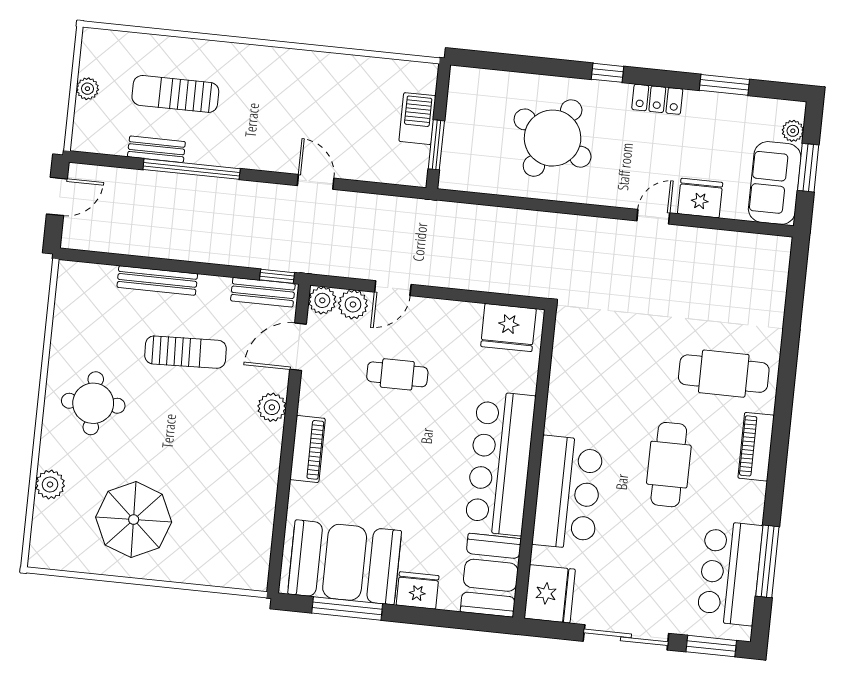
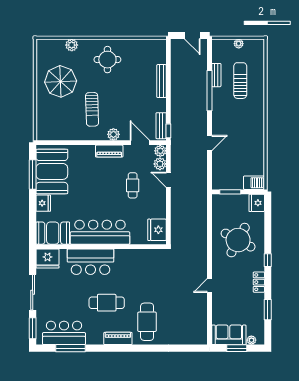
barbecue: (417, 119) -> (254, 183), moved
fridge: (700, 198) -> (257, 203), moved, turned 180
door: (653, 217) -> (210, 286), swing flipped
sun lounger: (186, 352) -> (92, 109), moved
piano: (308, 449) -> (109, 151), moved

